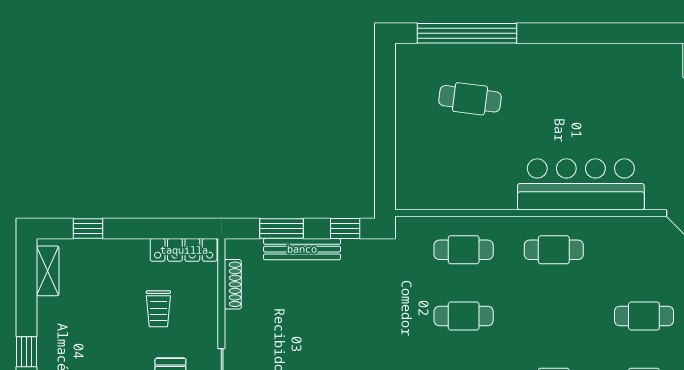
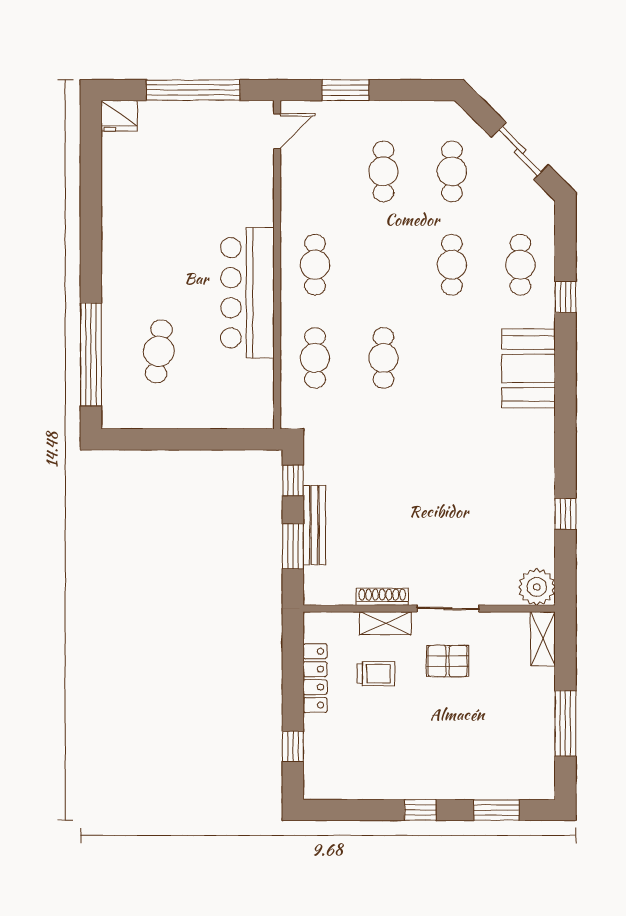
bar counter: (581, 184) -> (247, 293), moved
locker: (184, 250) -> (315, 678), moved
shelving: (48, 271) -> (385, 623), moved
shoe rack: (233, 284) -> (382, 597), moved

